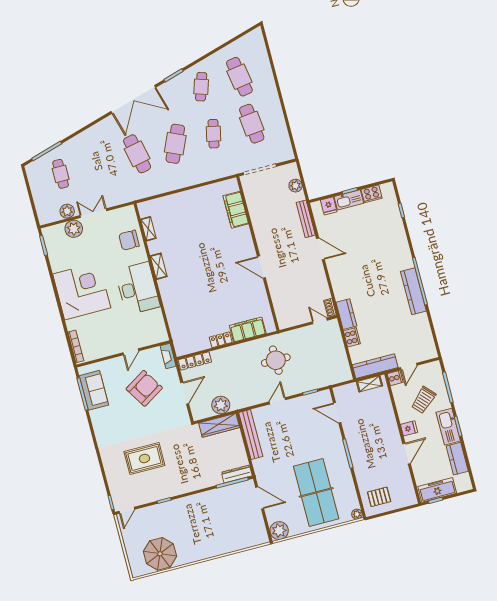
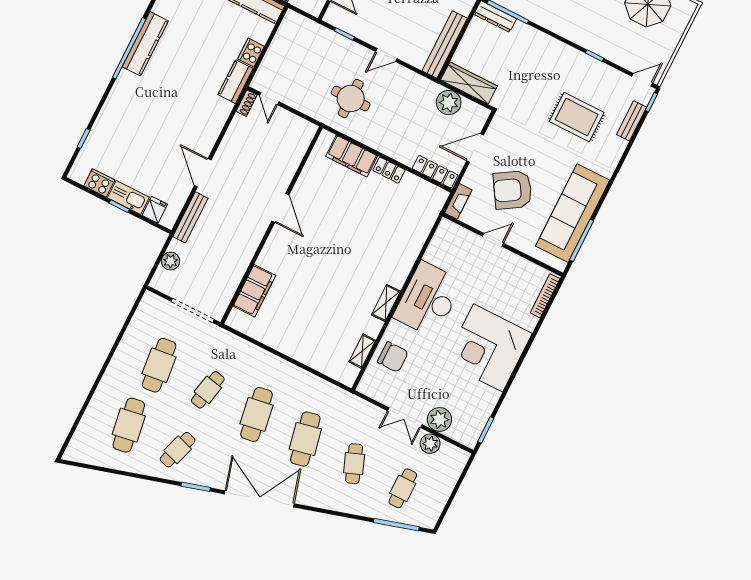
cafe table: (175, 144) -> (257, 414), turned -33
cafe table: (99, 164) -> (354, 464), added
sofa: (94, 390) -> (573, 213), width x1.85, depth x1.27
bench: (113, 483) -> (632, 121), added

